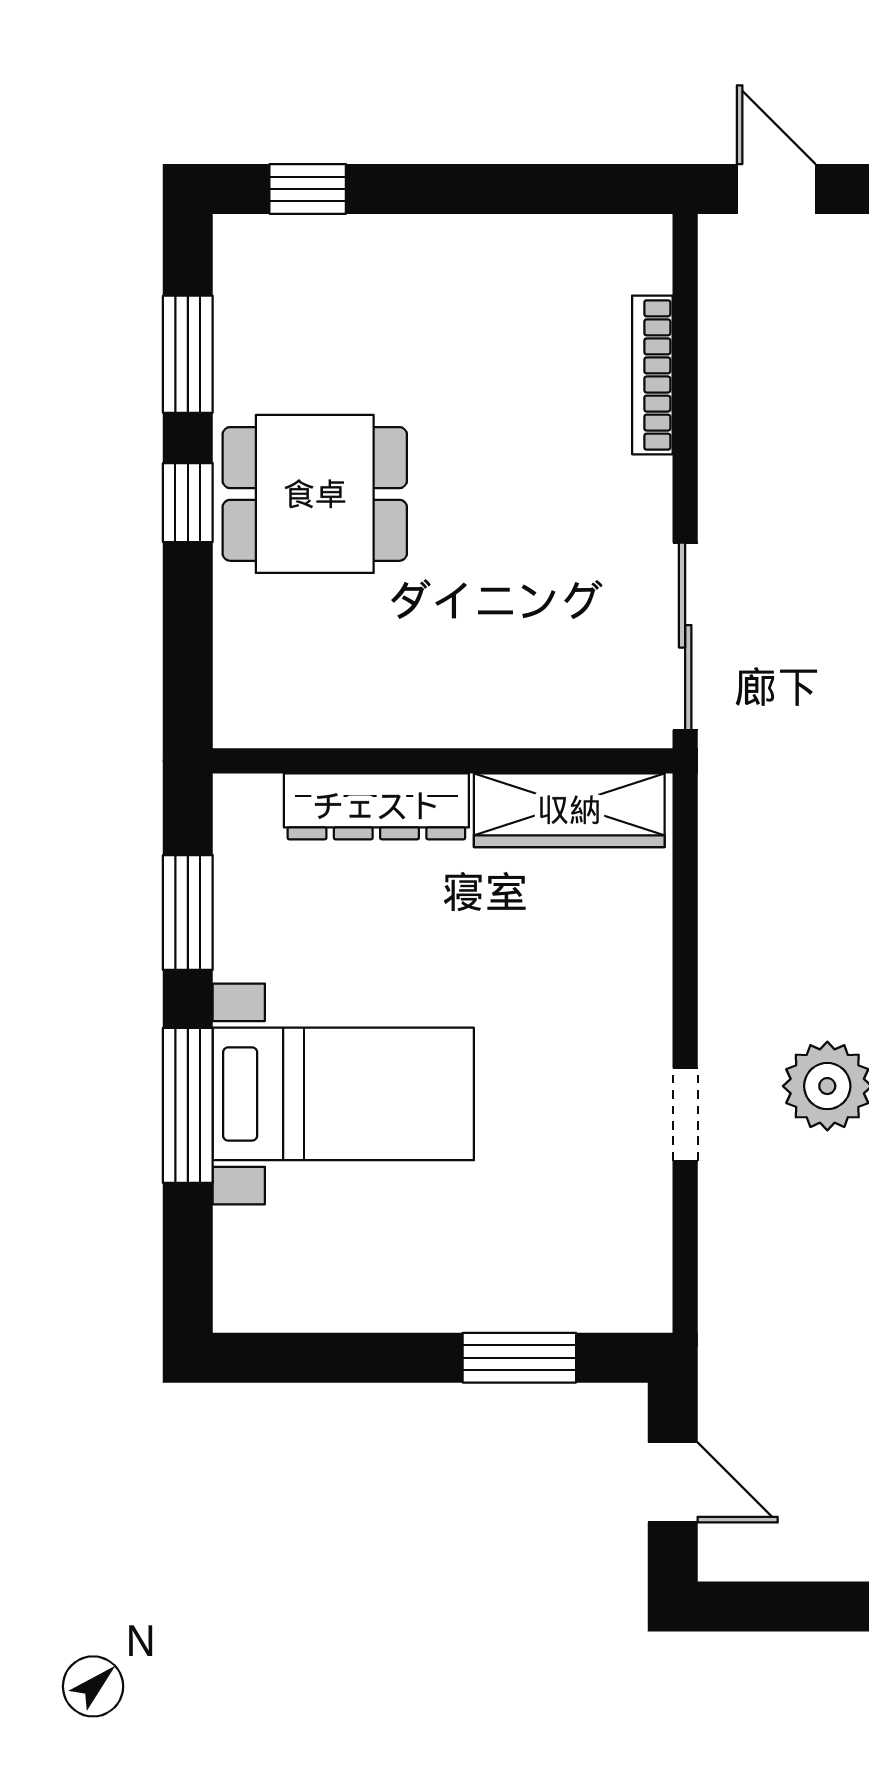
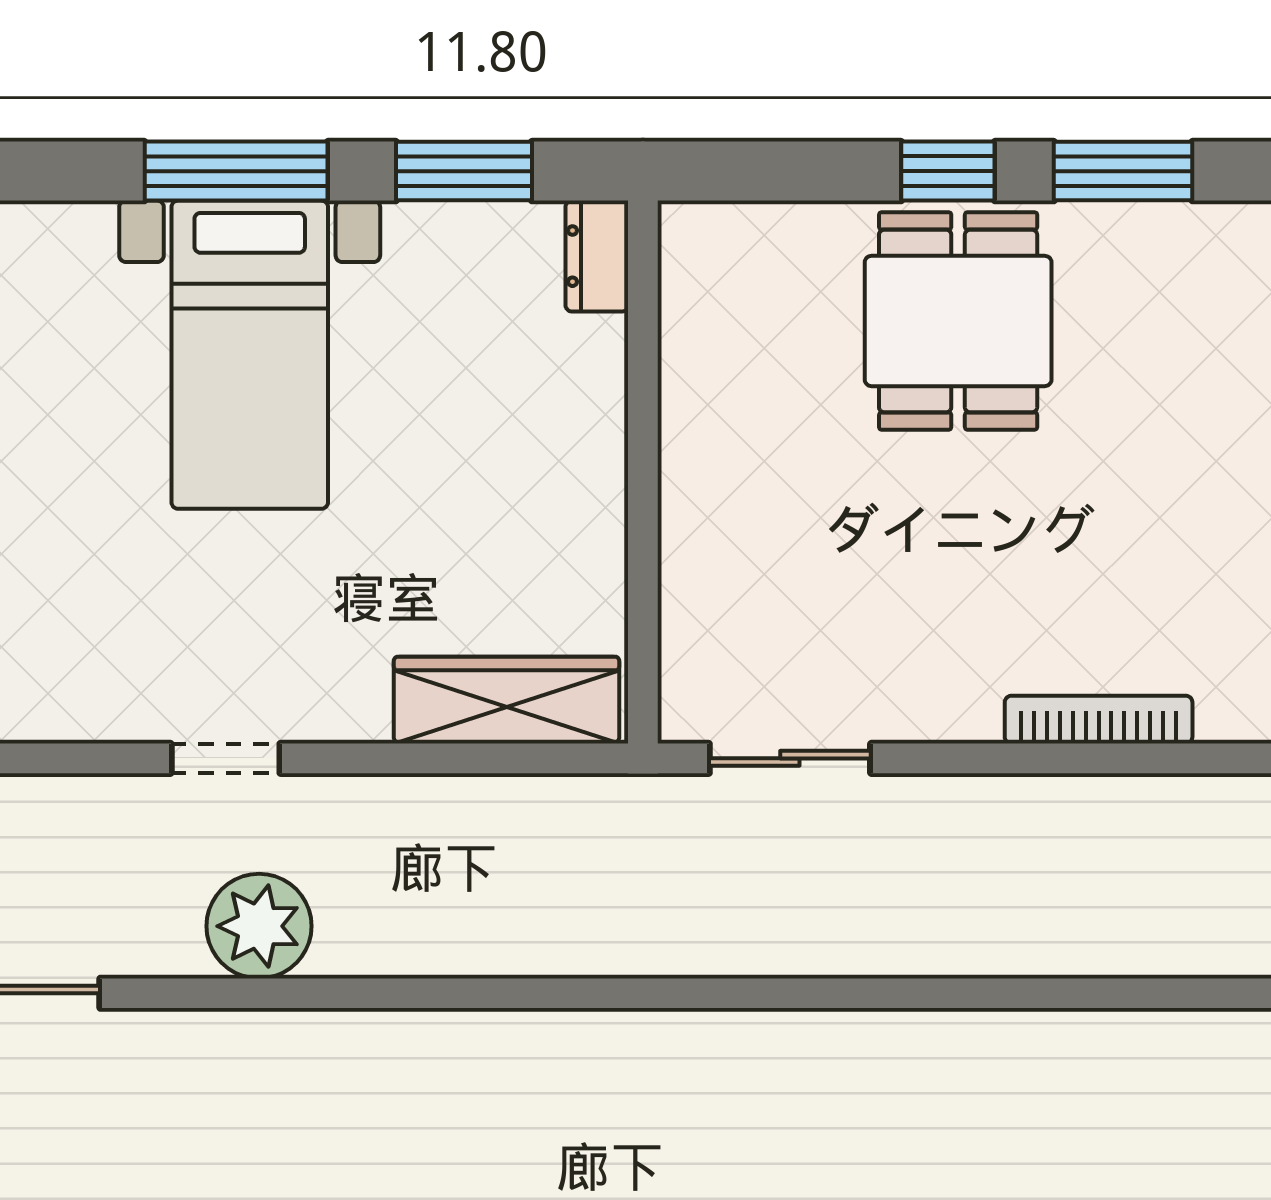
sliding door: (685, 636) -> (790, 758), width x0.73
dresser: (376, 806) -> (597, 256), moved, width x0.51, depth x0.80
wardrobe: (569, 810) -> (506, 700), moved, turned 90

